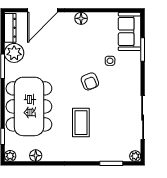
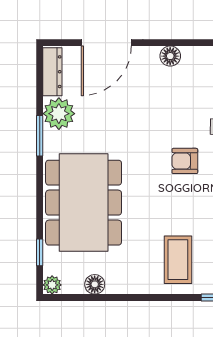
armchair: (90, 81) -> (185, 161), turned 112
coffee table: (81, 123) -> (178, 260), moved

